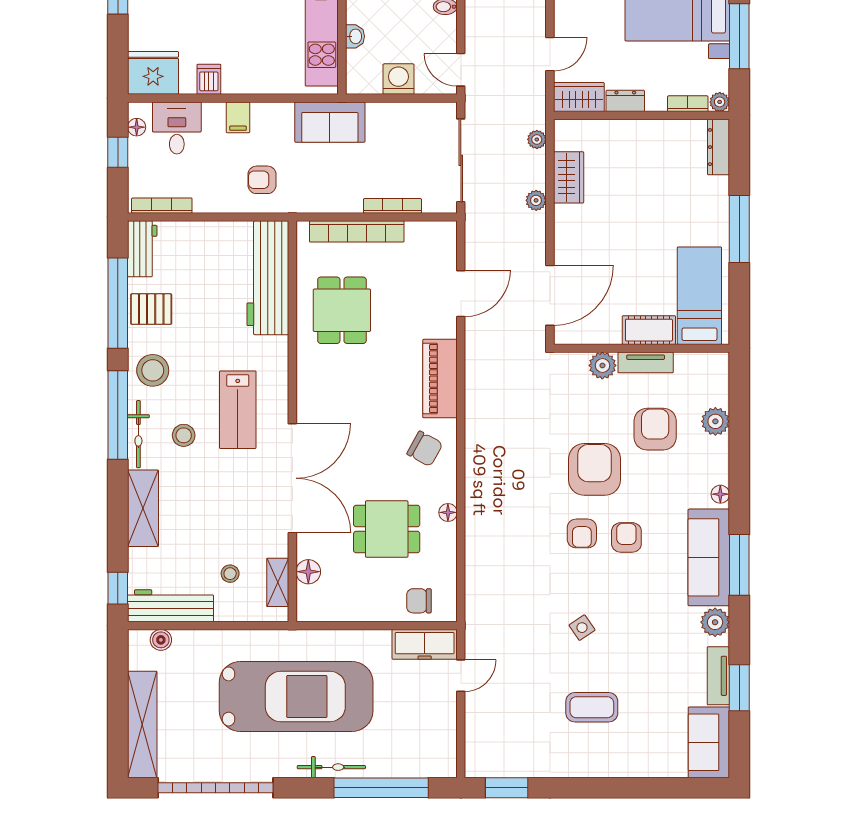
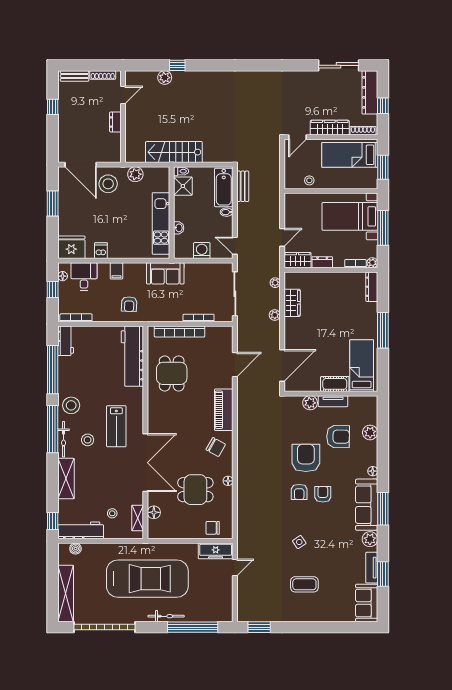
armchair: (262, 180) -> (129, 304), turned -87
pallet: (151, 309) -> (70, 373), removed
armchair: (655, 429) -> (338, 437), turned 91

